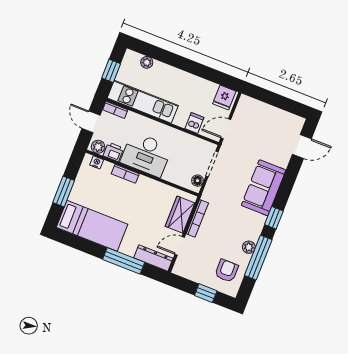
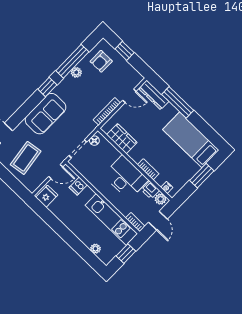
coffee table: (265, 130) -> (26, 158), added
wardrobe: (180, 215) -> (122, 139), moved, turned -90

